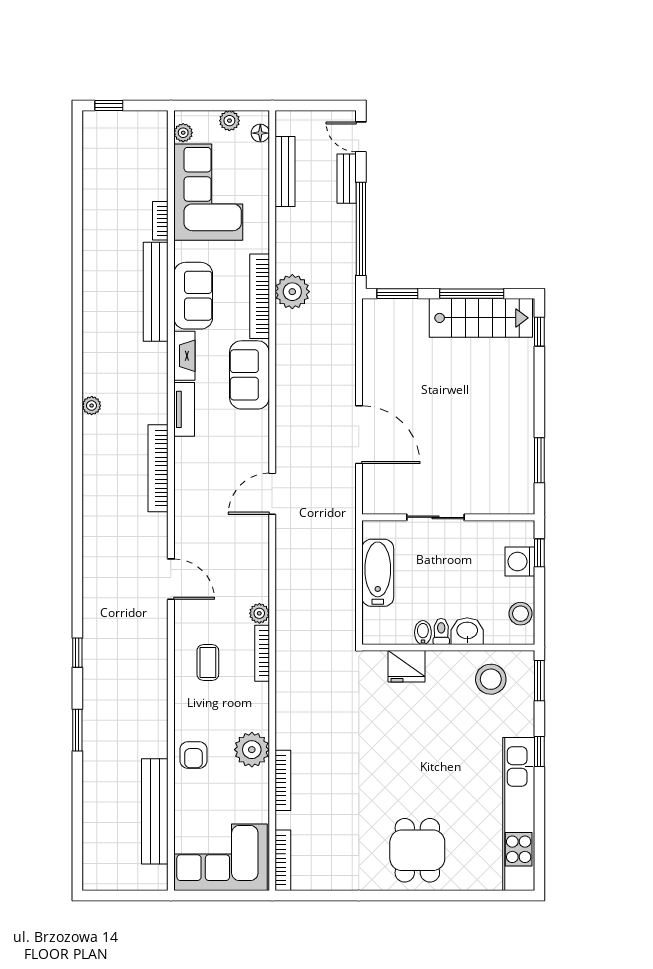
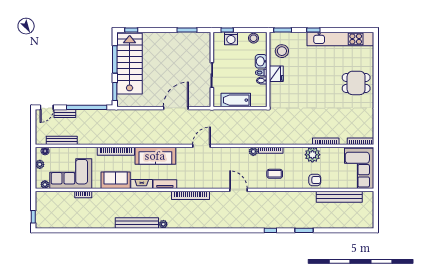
bench: (156, 292) -> (137, 223), moved
plant: (292, 292) -> (114, 137), removed
stairs: (481, 318) -> (130, 64), width x1.36, depth x1.51
sofa: (249, 375) -> (155, 156), width x1.36
door: (272, 494) -> (202, 146), swing flipped
door: (171, 579) -> (238, 190), hinge flipped
fridge: (407, 666) -> (276, 74), moved

